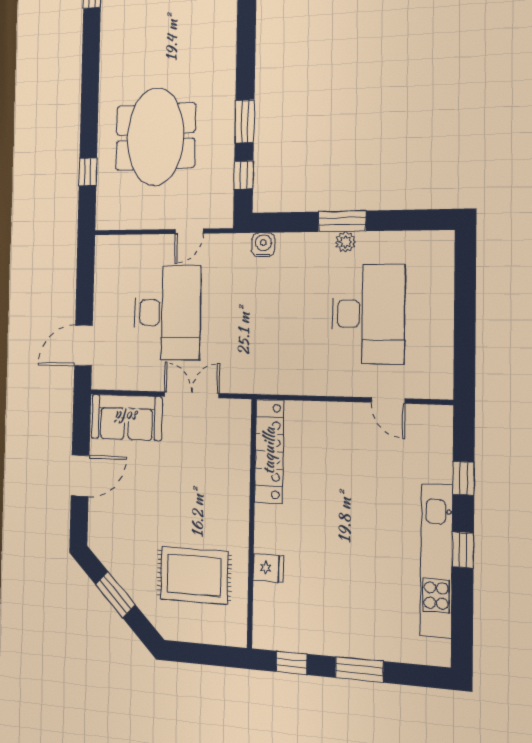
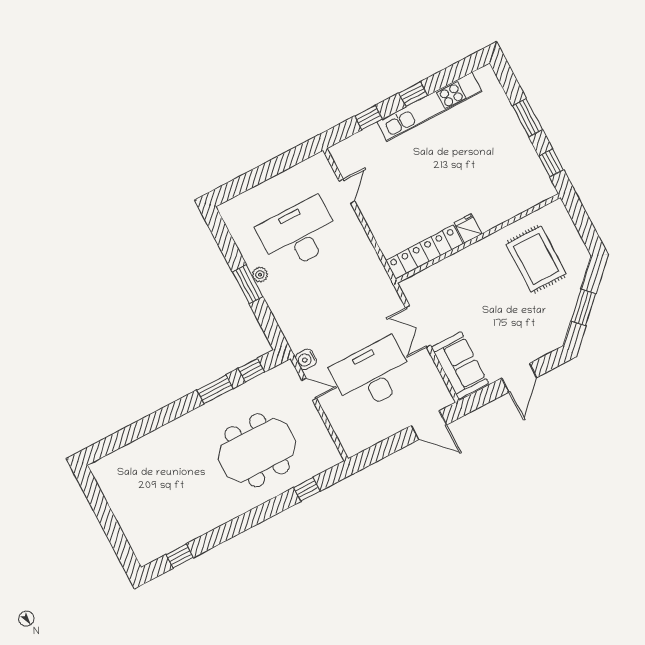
water cooler: (263, 245) -> (306, 359), moved
door: (80, 476) -> (519, 378), swing flipped
fridge: (268, 568) -> (468, 228), moved

